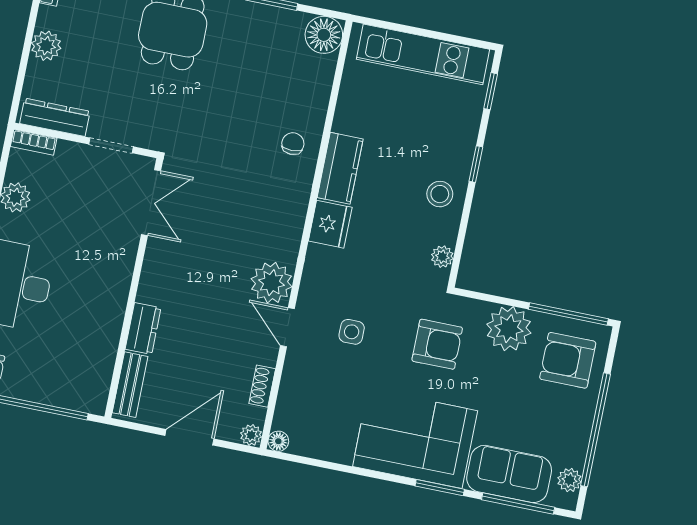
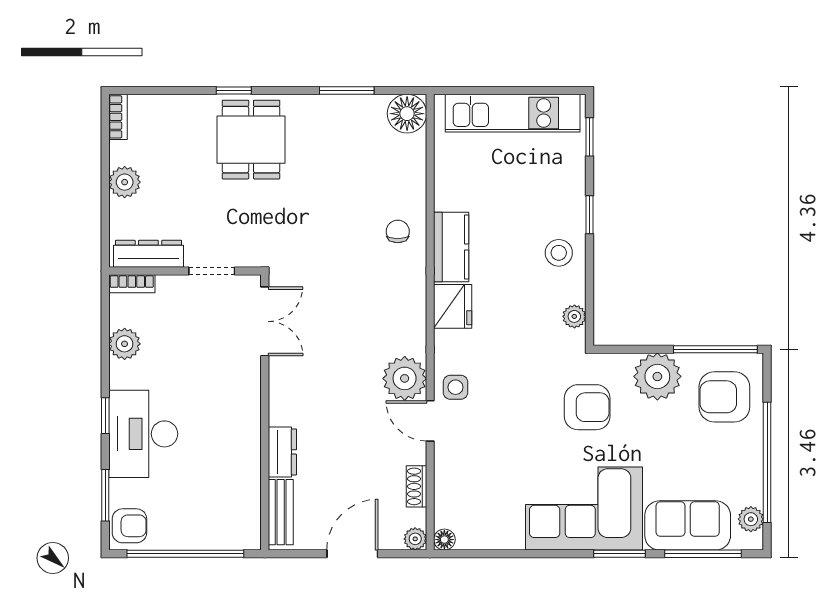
side table: (352, 332) -> (455, 387), moved

